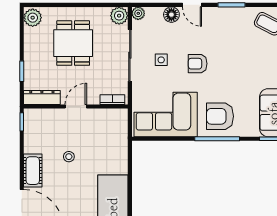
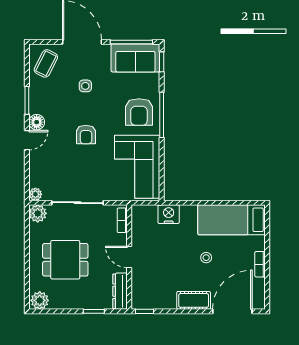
floor lamp: (171, 15) -> (37, 122), moved
side table: (161, 60) -> (85, 86), moved
nightstand: (118, 146) -> (169, 214), added
stool: (69, 157) -> (206, 258), moved

